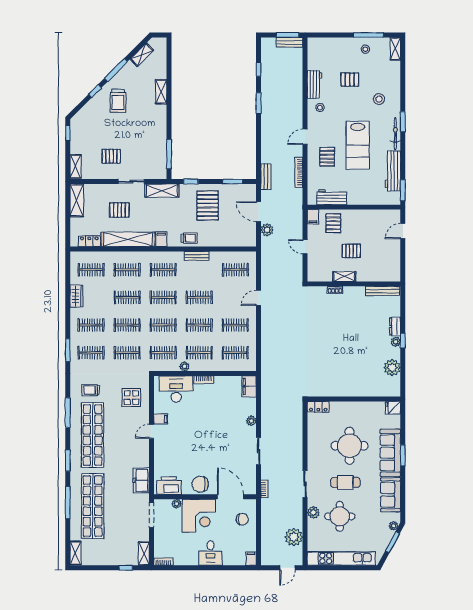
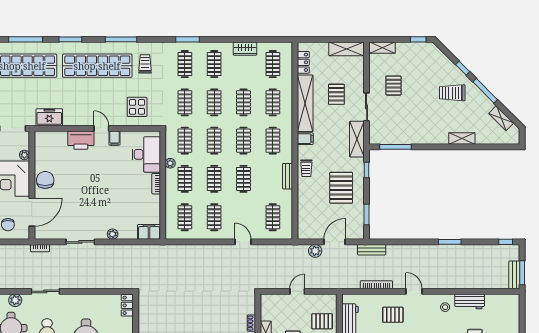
window: (259, 69) -> (506, 242), moved
pallet: (208, 205) -> (341, 188), turned 90
filing cabinet: (313, 217) -> (329, 300), removed
printer: (169, 486) -> (81, 140), moved, turned 90

